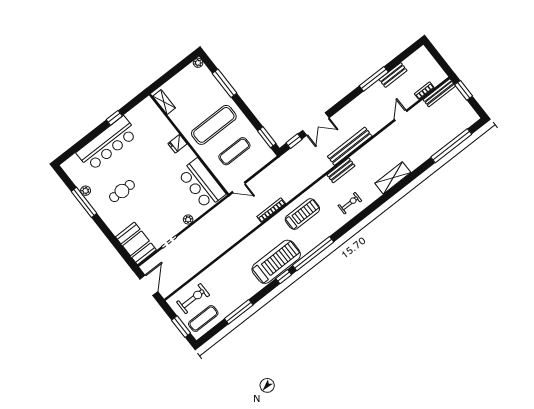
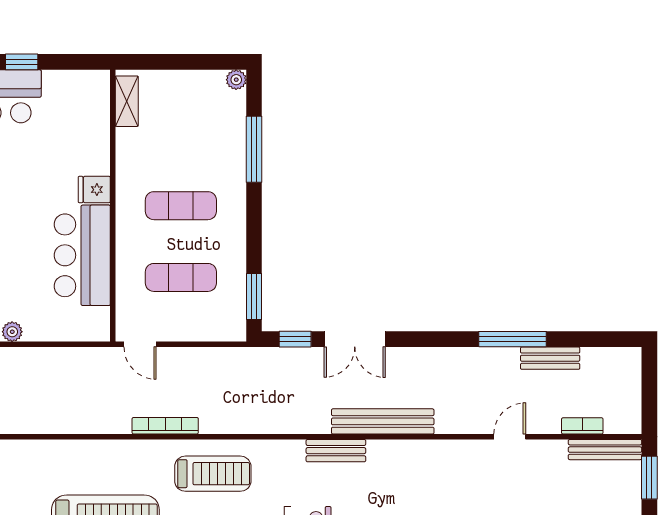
exercise mat: (214, 125) -> (181, 206), width x0.73, depth x0.69
bar counter: (202, 184) -> (82, 255), moved

